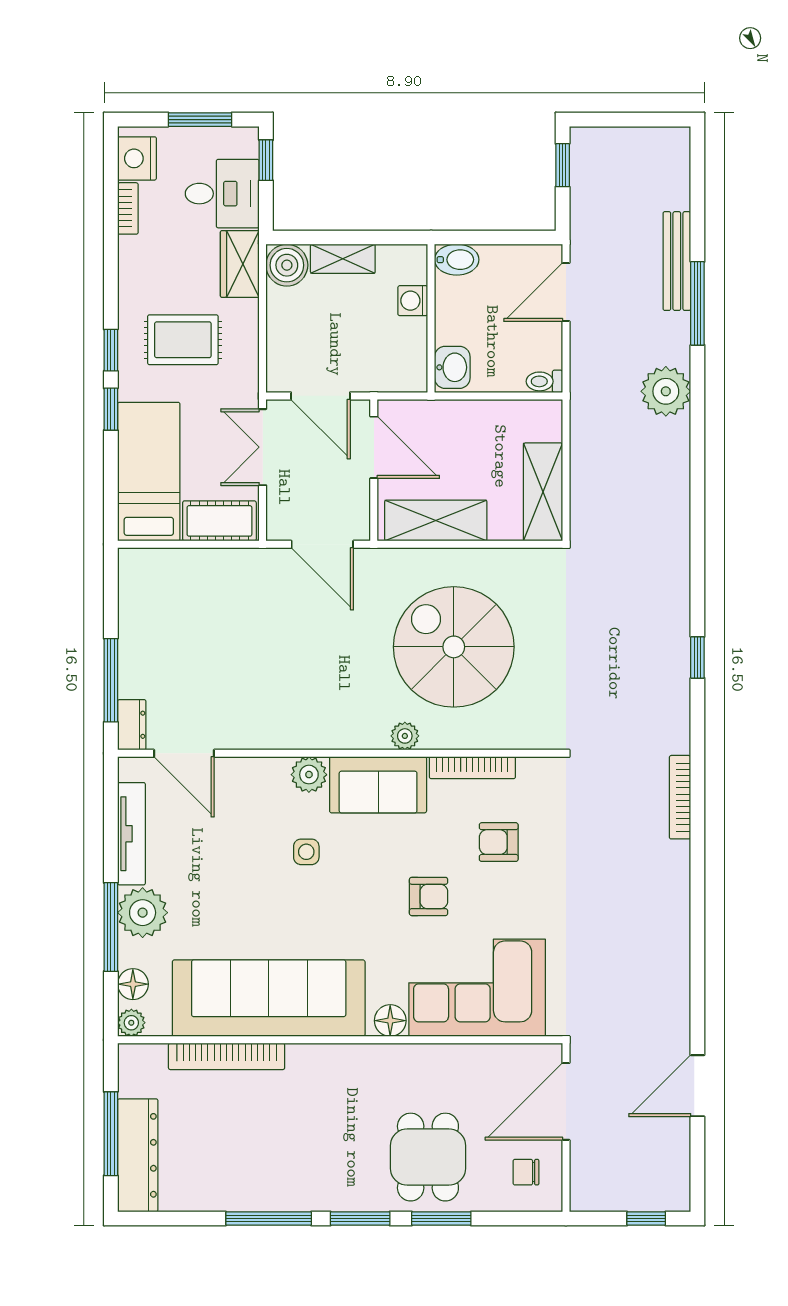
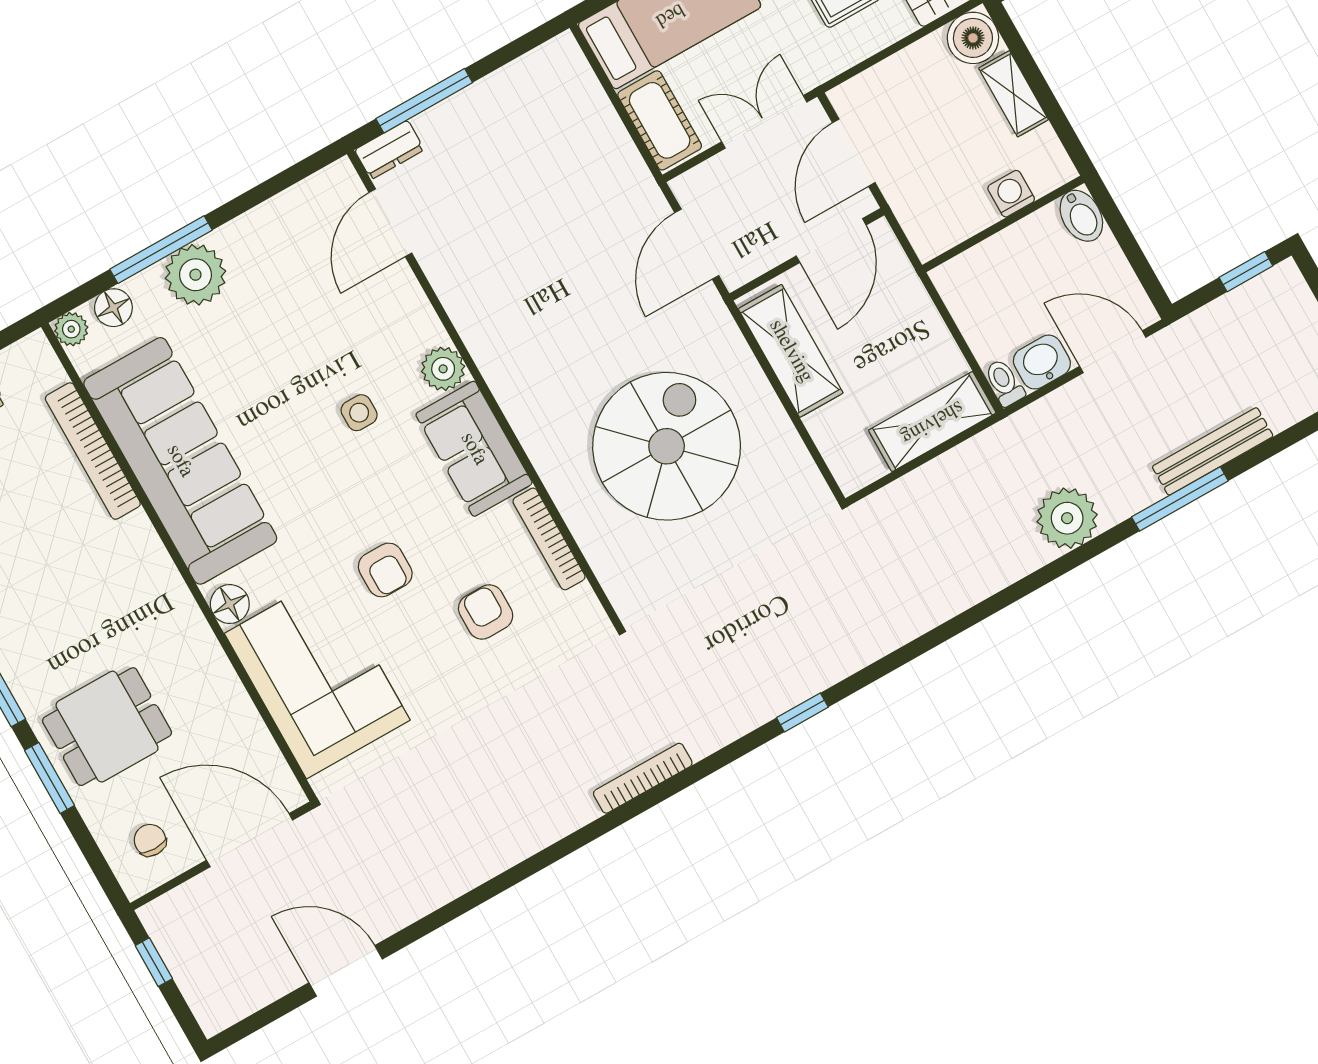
washbasin: (452, 367) -> (1042, 362), moved, turned 180
shelving: (543, 492) -> (932, 422), moved
plant: (405, 736) -> (542, 448), removed
tv unit: (131, 834) -> (273, 215), removed
window: (646, 1218) -> (154, 962), moved

